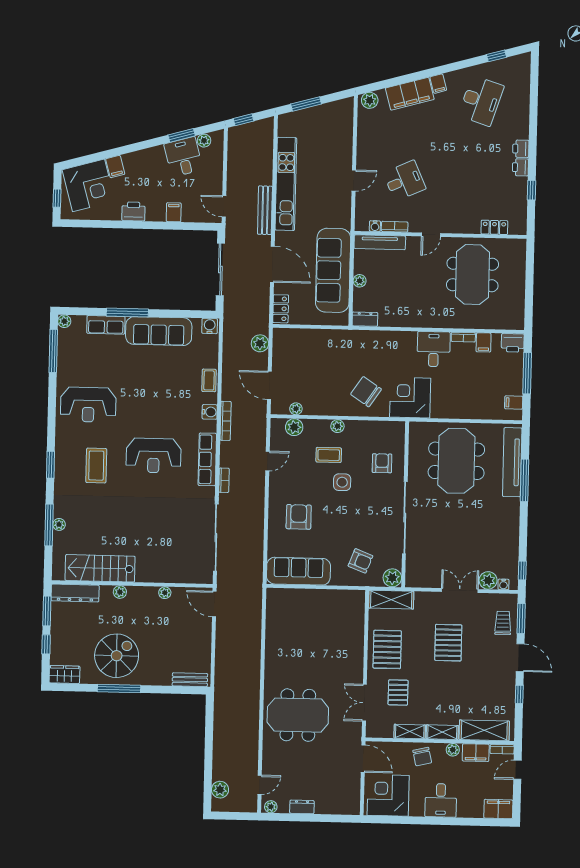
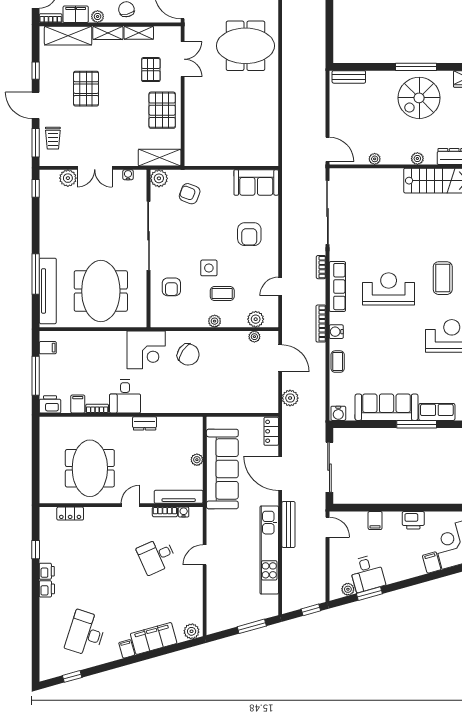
dresser: (365, 319) -> (145, 423), moved
sofa: (298, 571) -> (256, 182), width x0.73
water cooler: (503, 584) -> (128, 175), moved
pallet: (448, 643) -> (86, 89), moved

